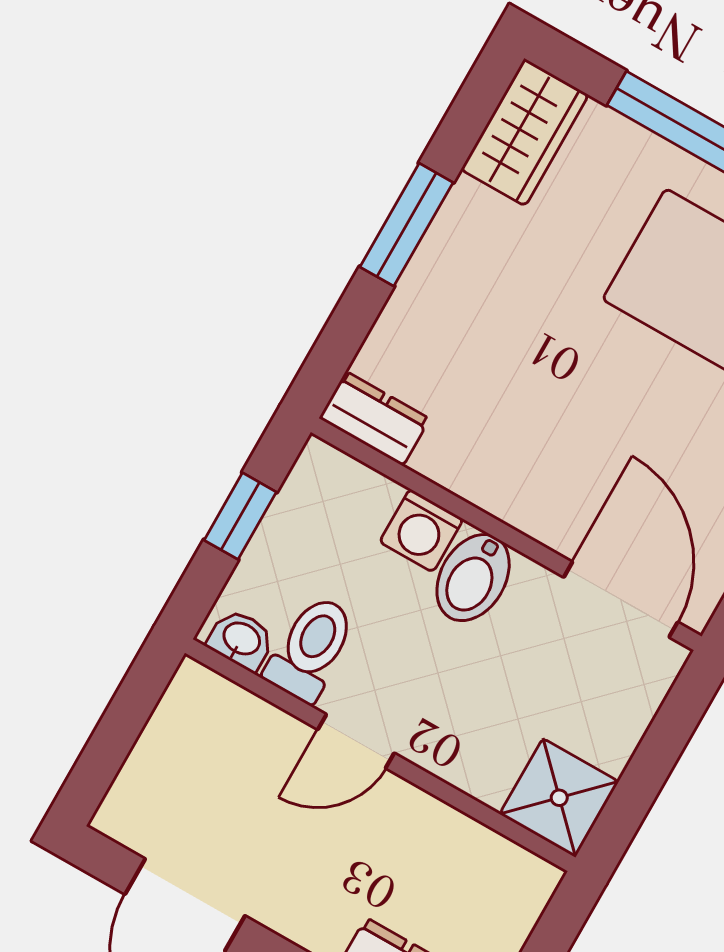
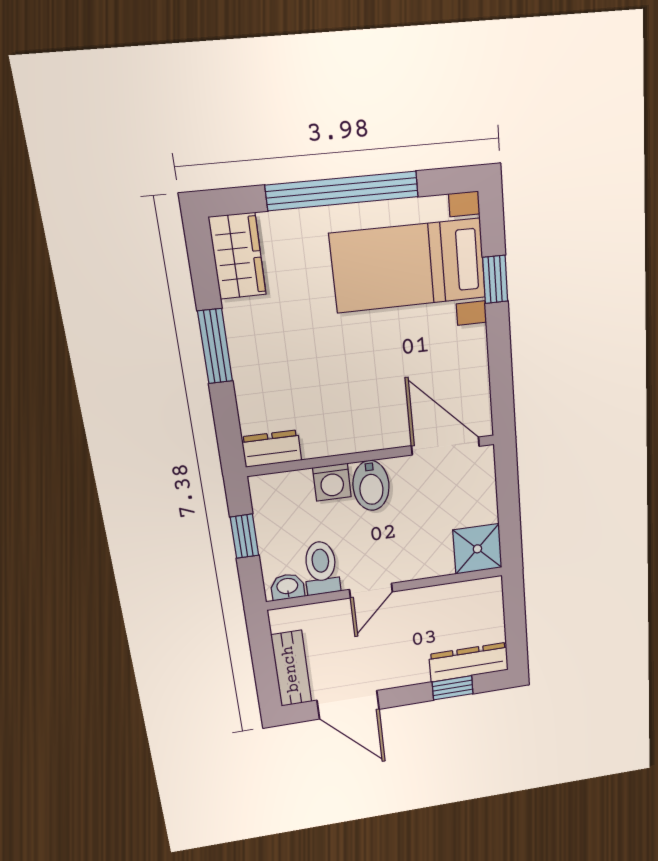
bench: (148, 775) -> (291, 669), added

